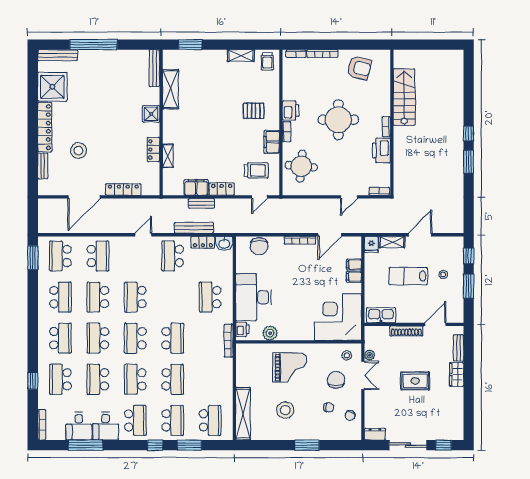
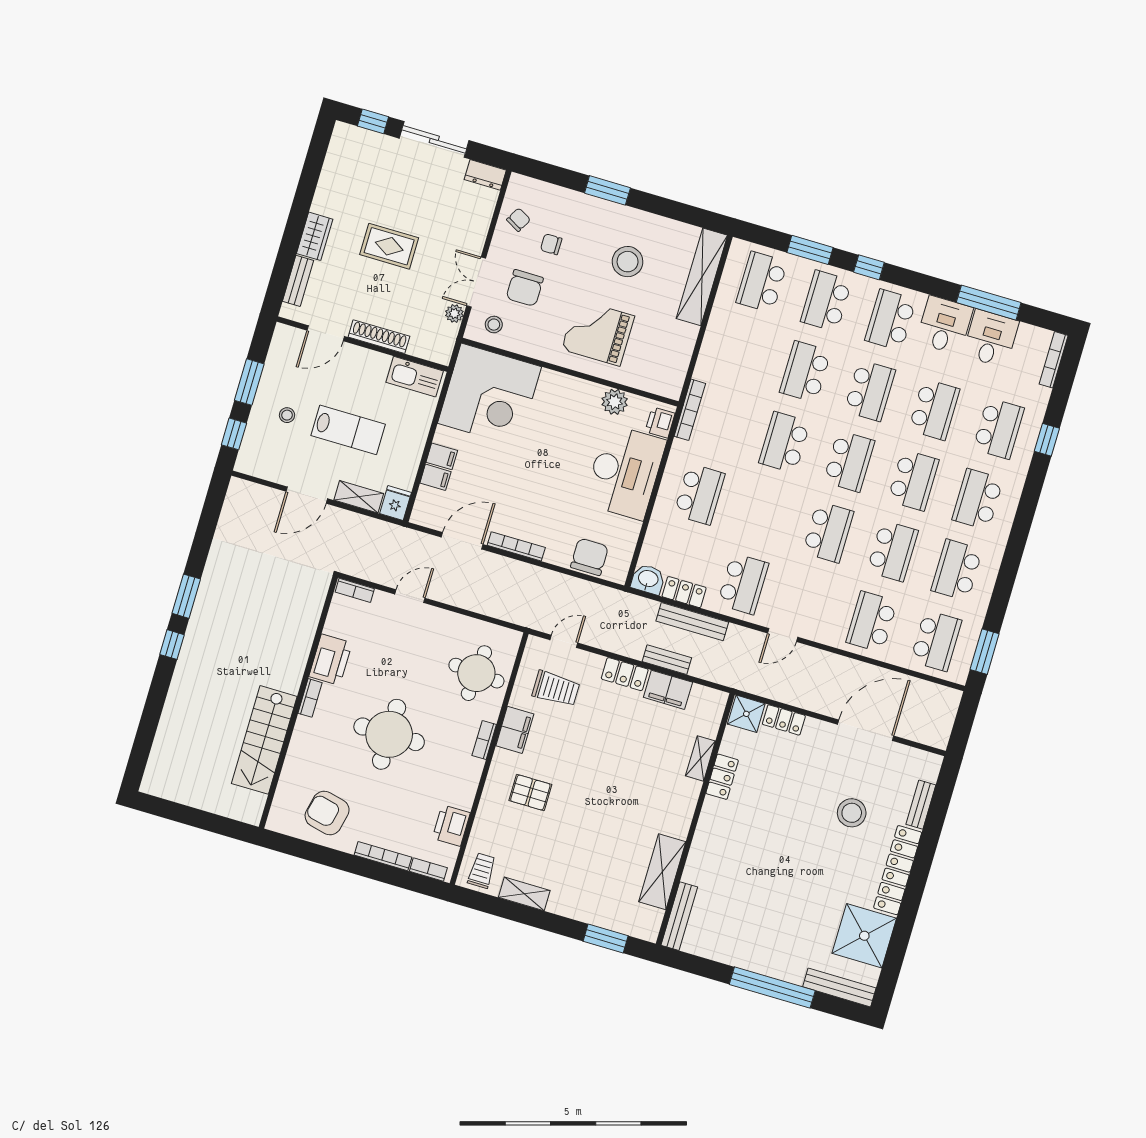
printer: (291, 110) -> (451, 826), moved
shower: (151, 114) -> (746, 714), moved
trolley: (256, 170) -> (556, 689), turned 180
locker: (123, 190) -> (784, 720), width x0.66

